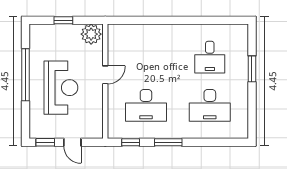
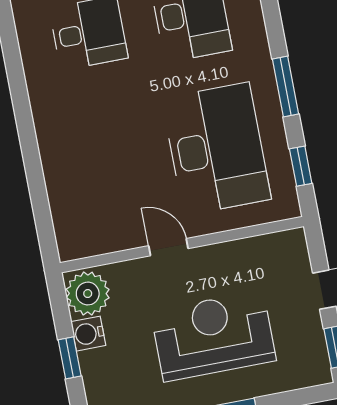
water cooler: (73, 31) -> (88, 334), added
desk: (146, 105) -> (216, 149), width x1.36, depth x1.30

